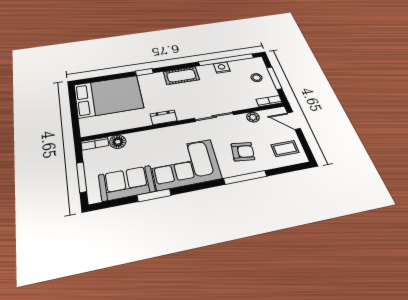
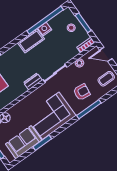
cot: (181, 76) -> (31, 41), moved
dresser: (164, 117) -> (33, 81), moved

